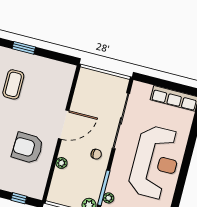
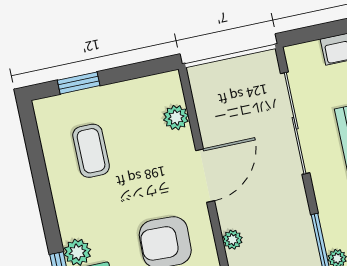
plant: (63, 89) -> (176, 118), added
chair: (96, 154) -> (282, 197), removed

